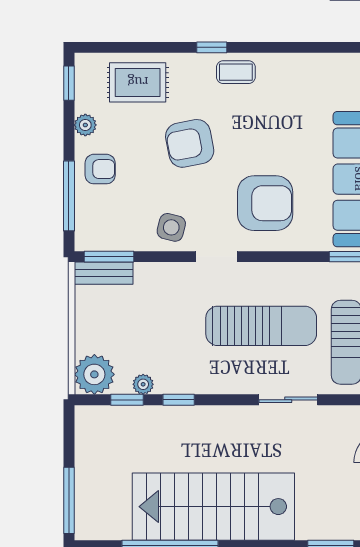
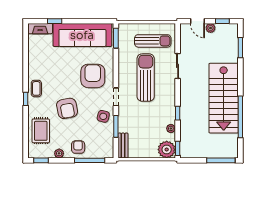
window: (109, 257) -> (116, 126), moved
window: (127, 400) -> (178, 148), moved

